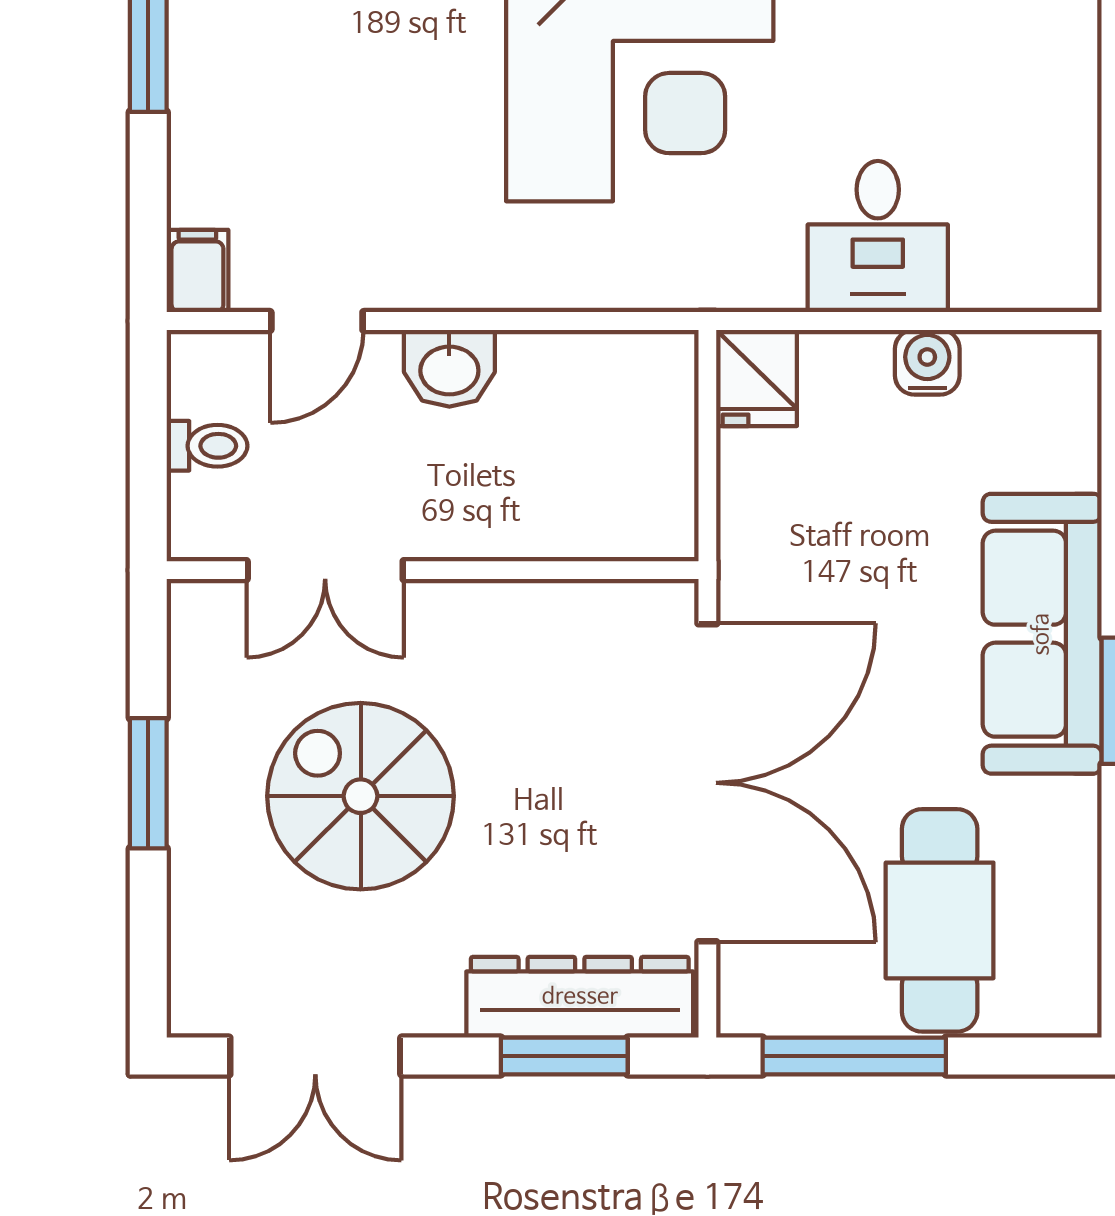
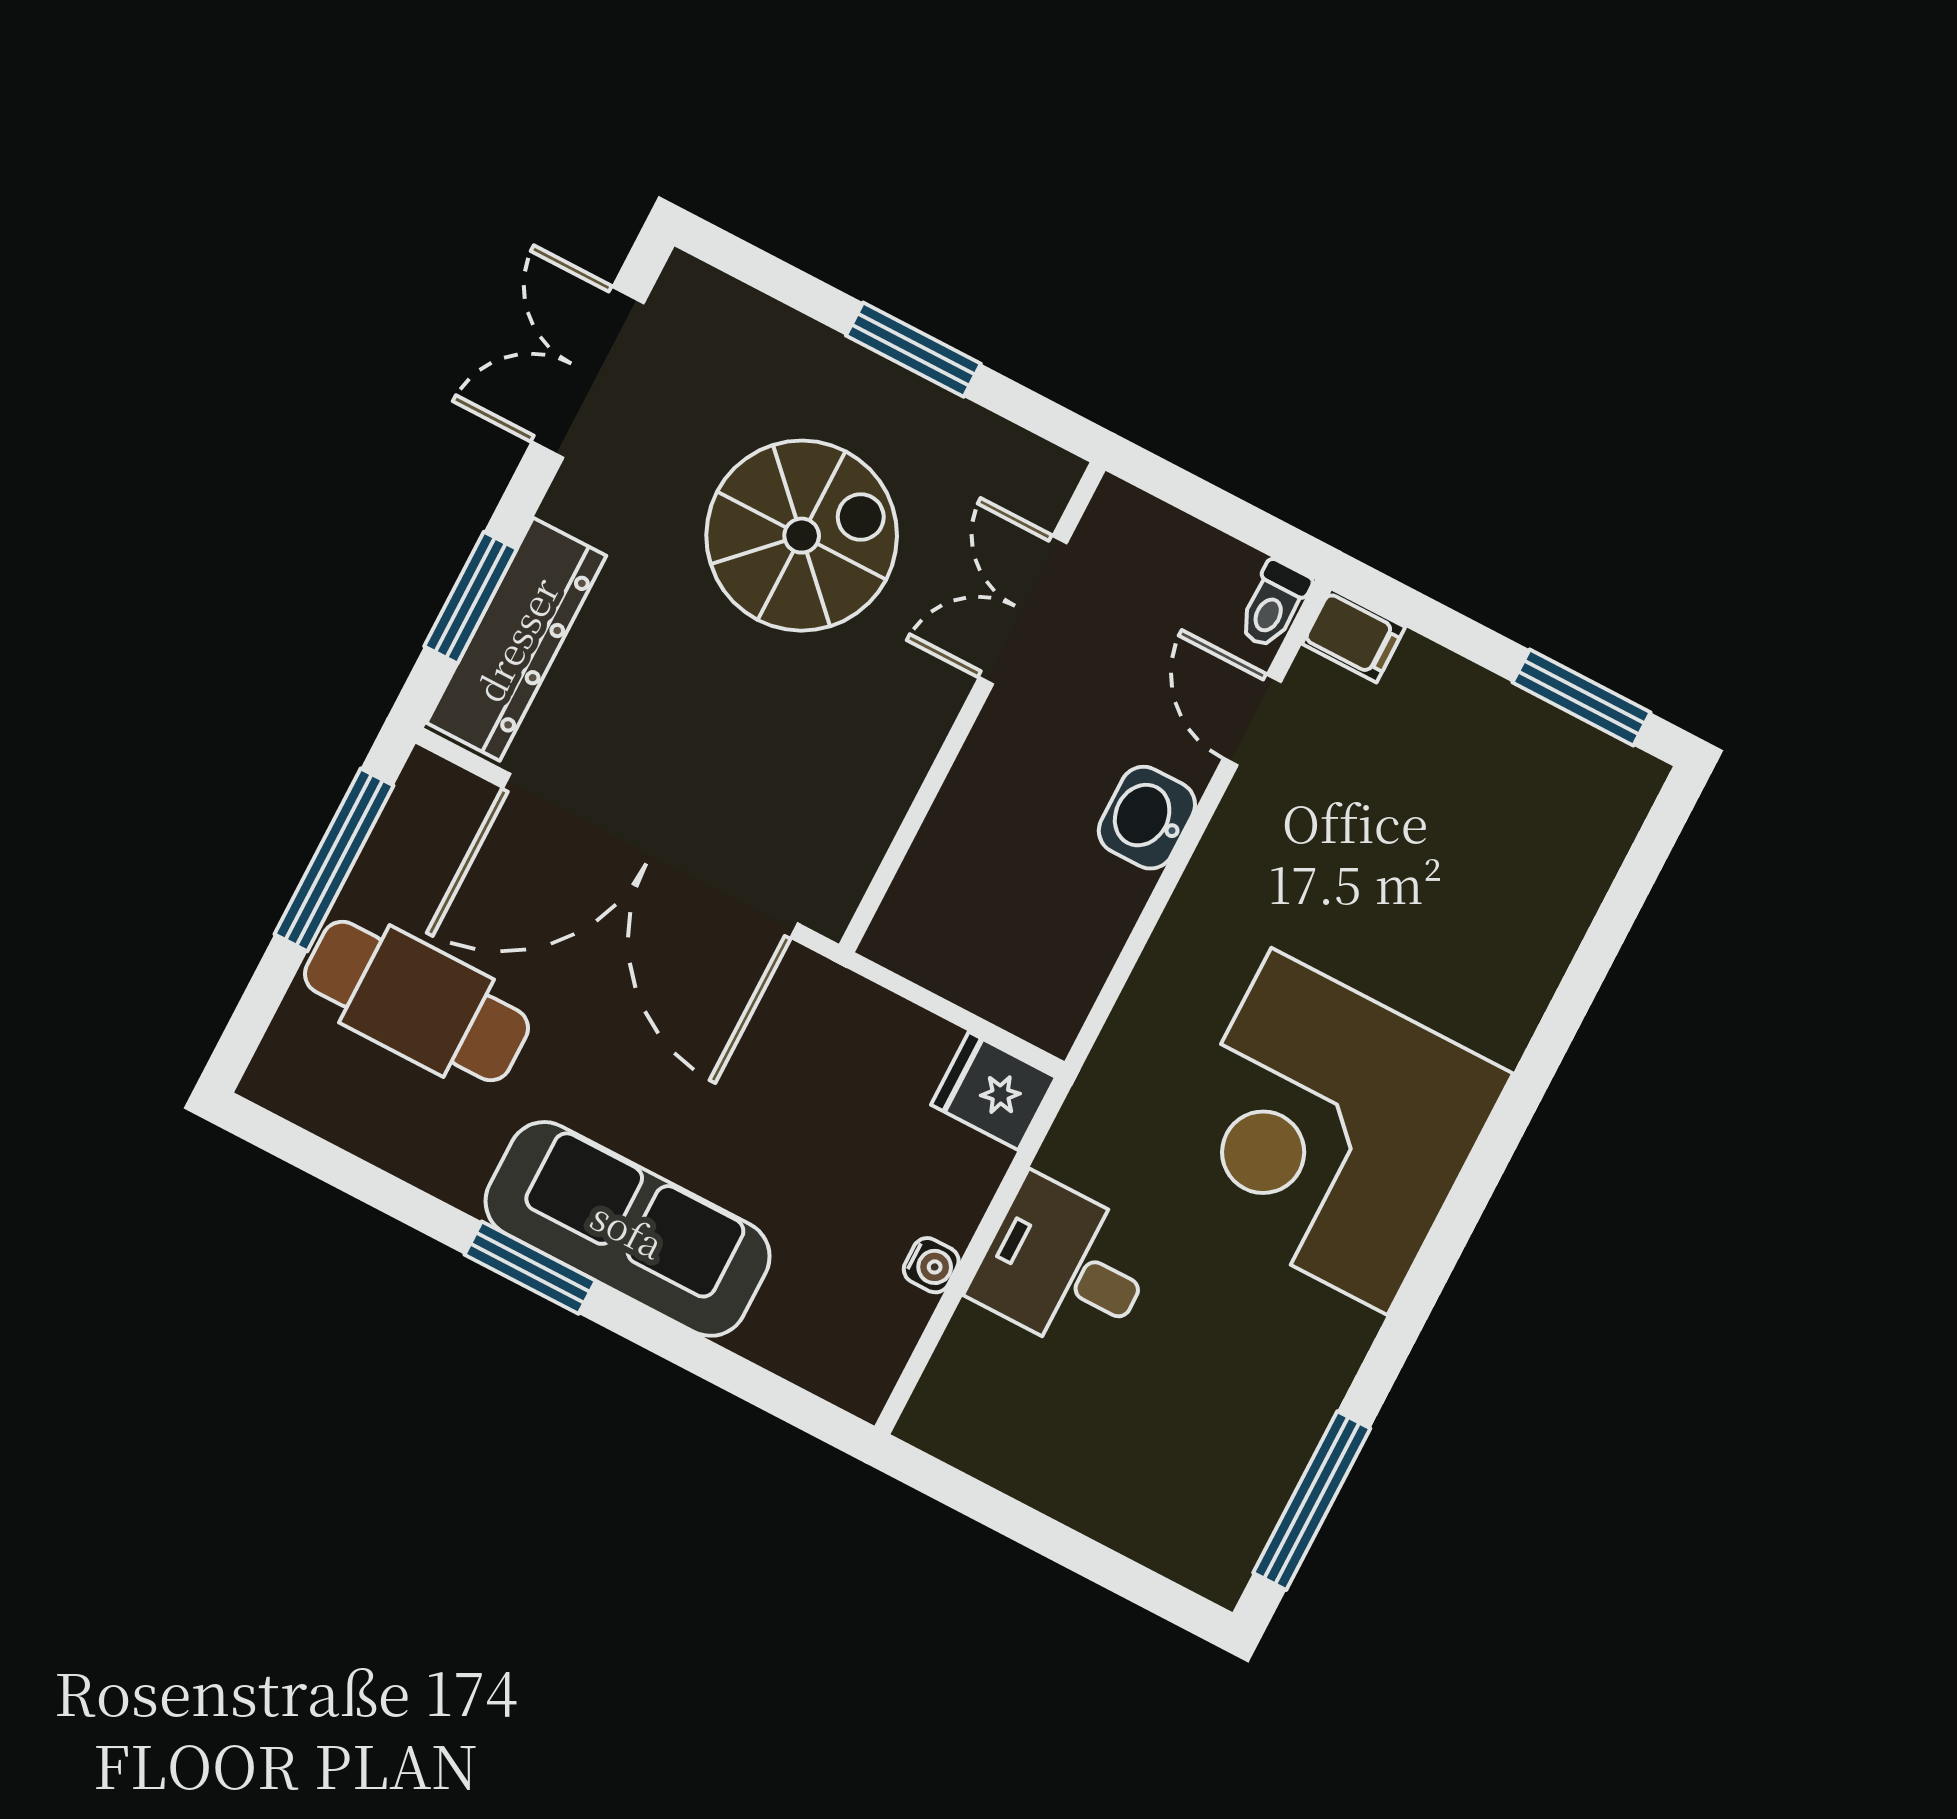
water cooler: (927, 362) -> (931, 1265), width x0.72, depth x0.72
toilet: (207, 446) -> (1273, 605), moved

